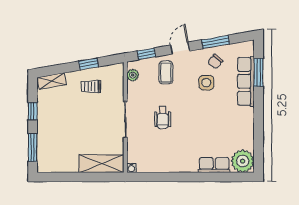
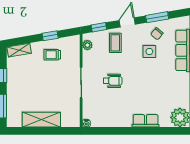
wheelchair: (163, 117) -> (113, 81), turned -90
shelving: (101, 164) -> (41, 120), moved
row of seats: (214, 165) -> (146, 121), moved

